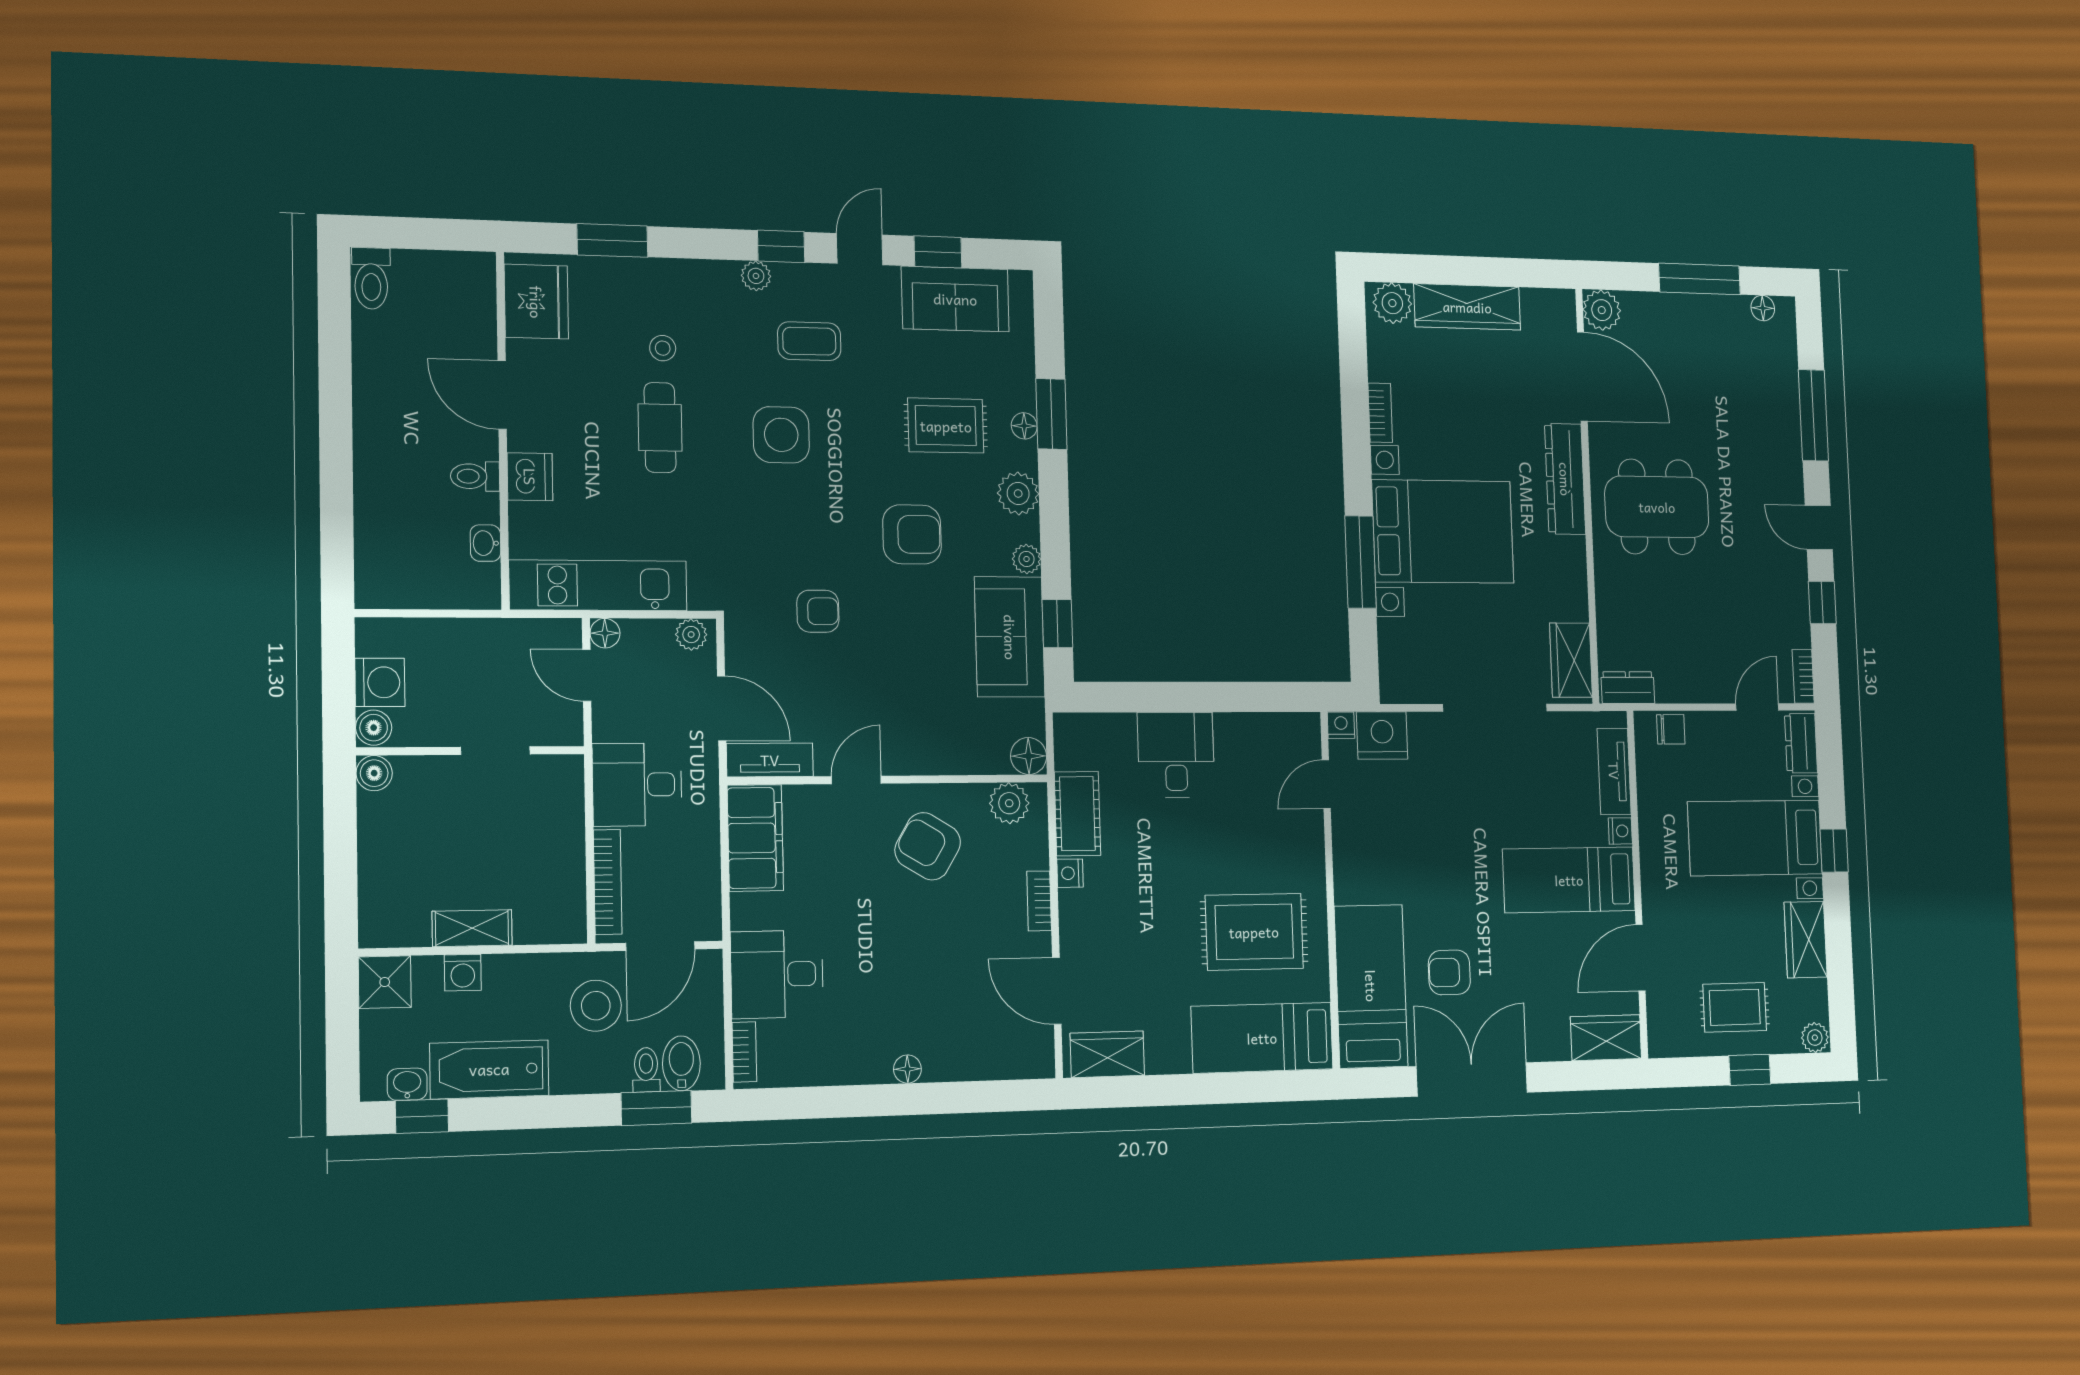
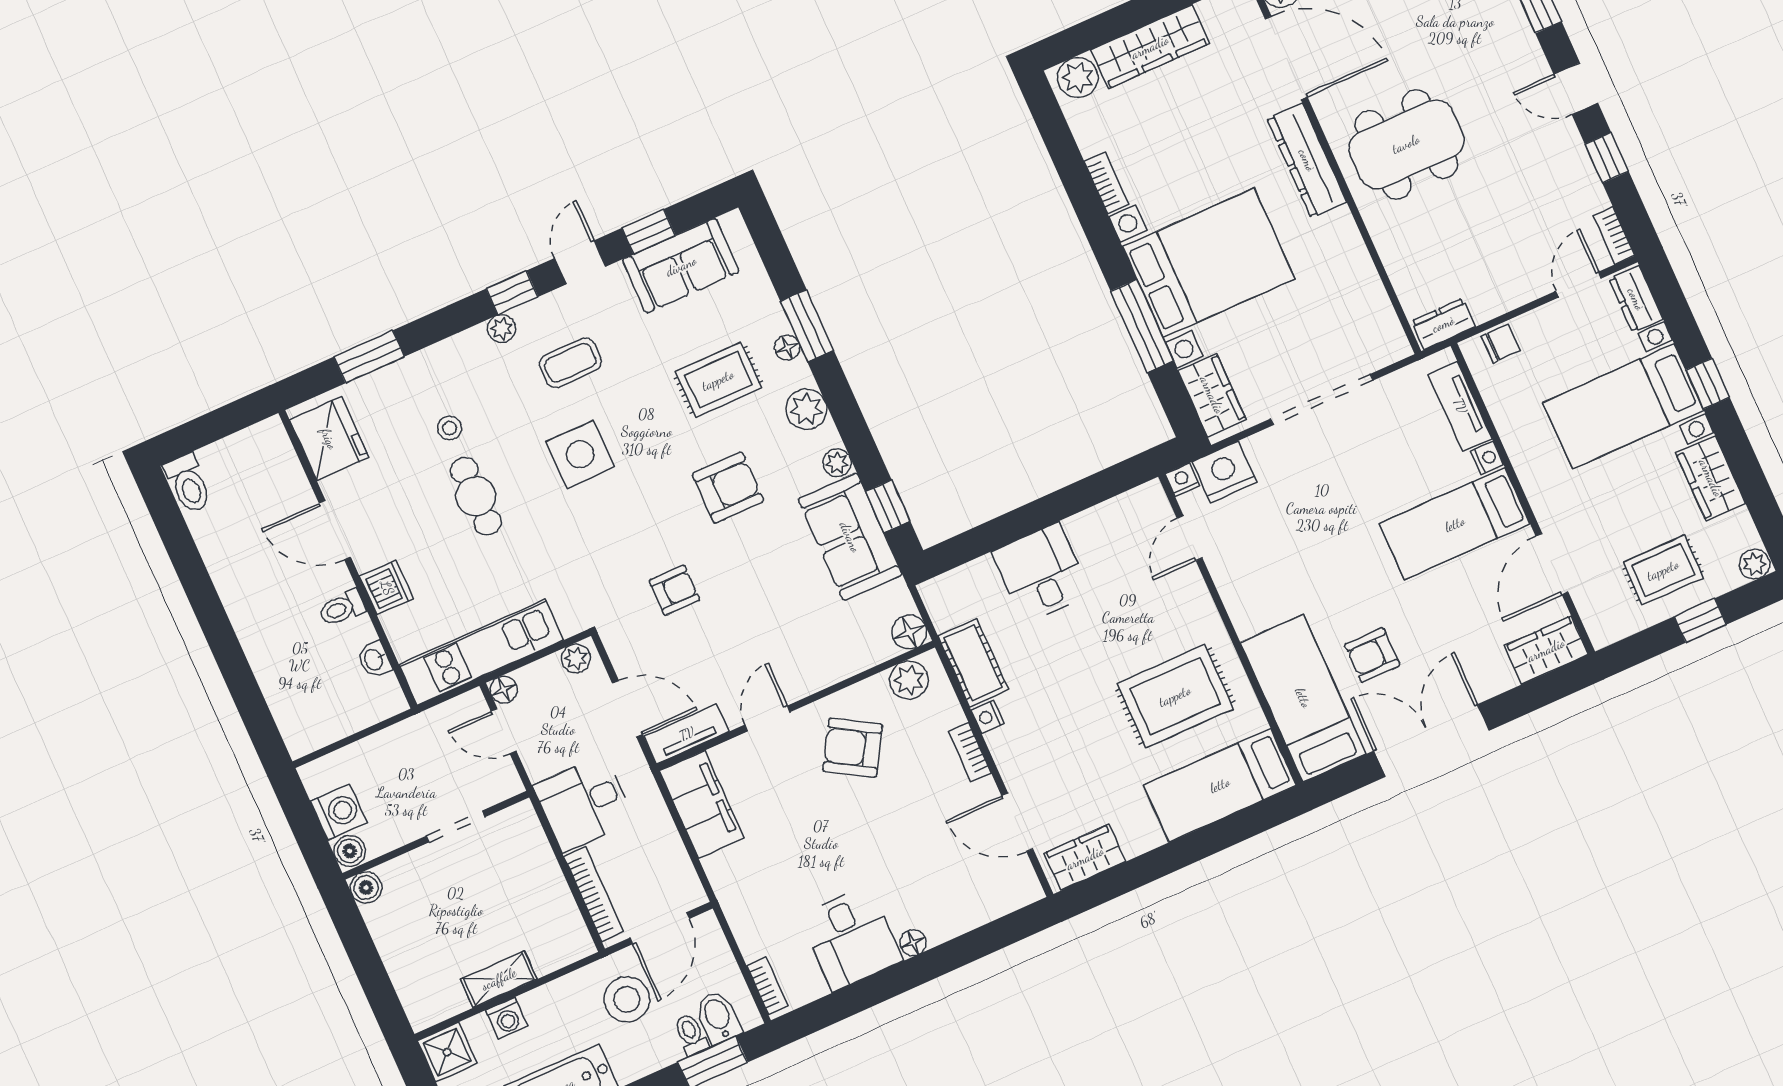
wardrobe: (1571, 660) -> (1212, 395), moved, turned 180
desk: (777, 974) -> (851, 938), moved, turned -90

